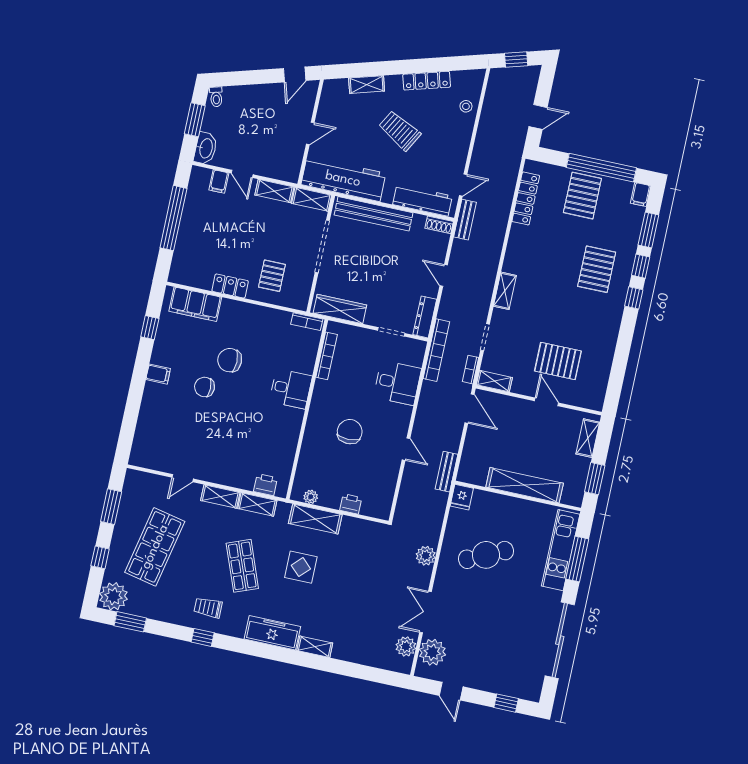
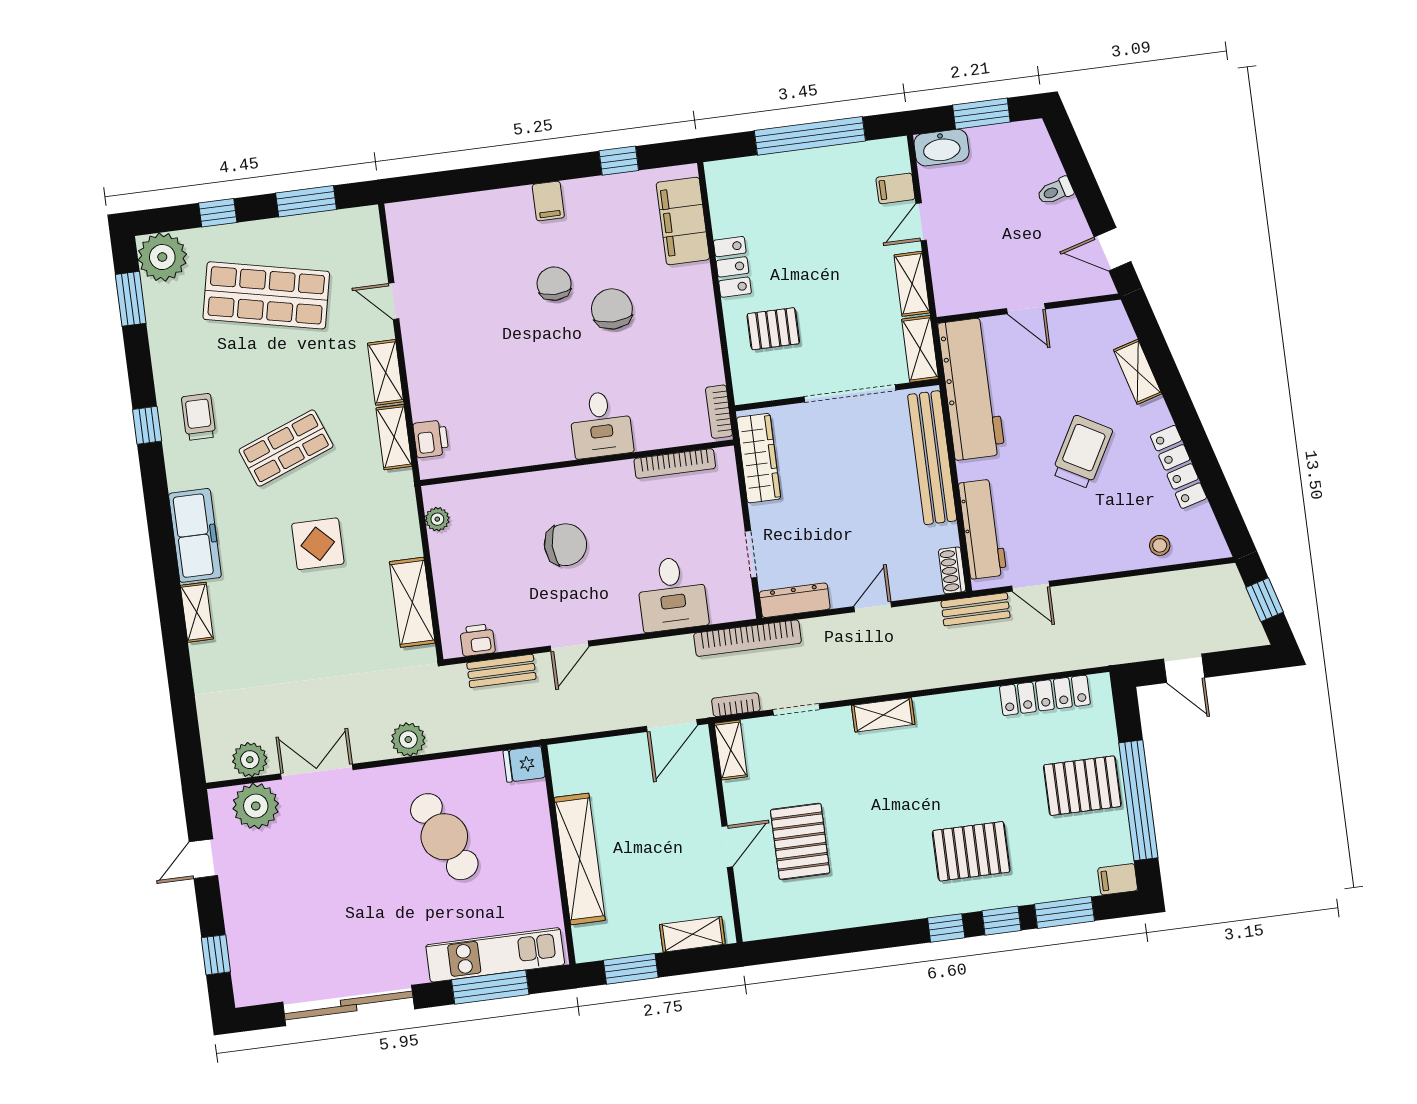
toilet: (216, 97) -> (1055, 191), moved
bench: (446, 472) -> (501, 671), moved
printer: (351, 504) -> (478, 640), moved, turned -90
shelving: (315, 519) -> (412, 602), moved

